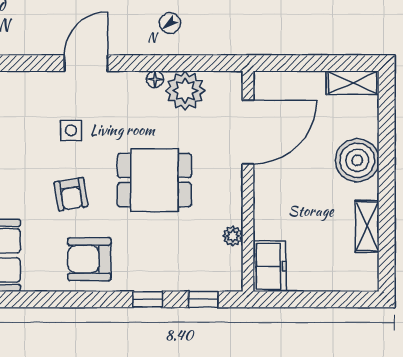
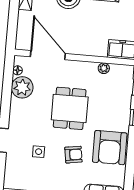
floor lamp: (155, 79) -> (18, 70), moved
armchair: (89, 259) -> (110, 148), width x1.36, depth x1.36

